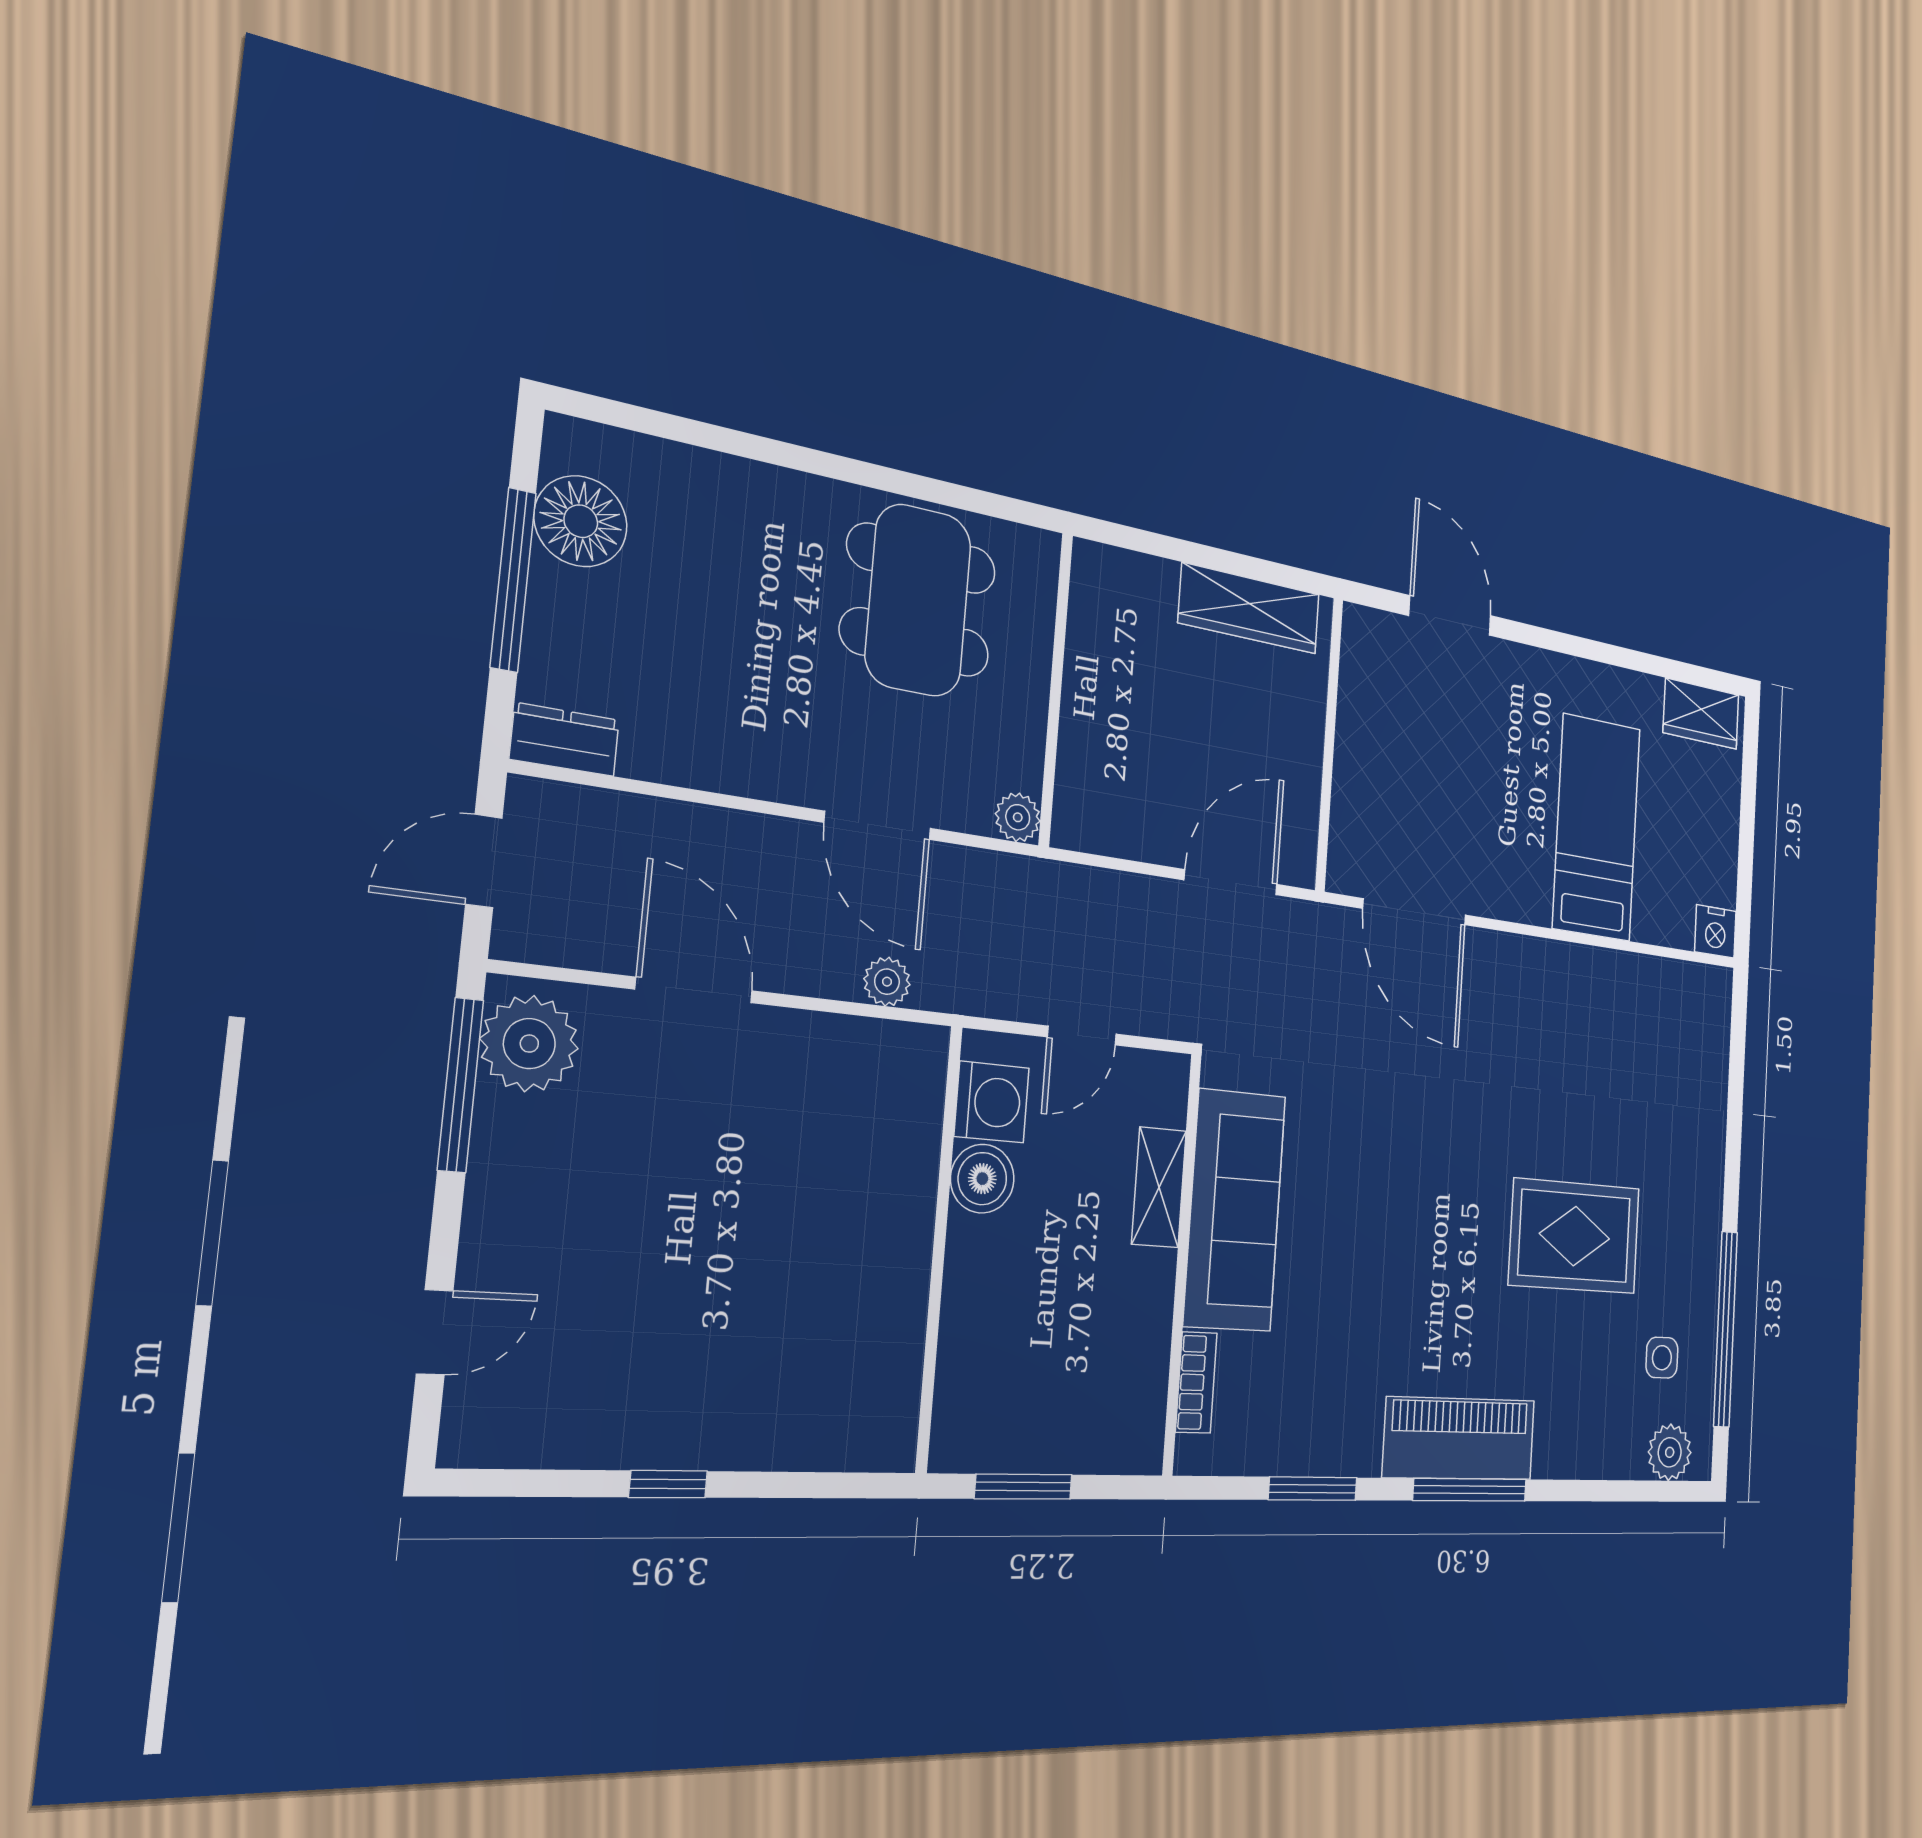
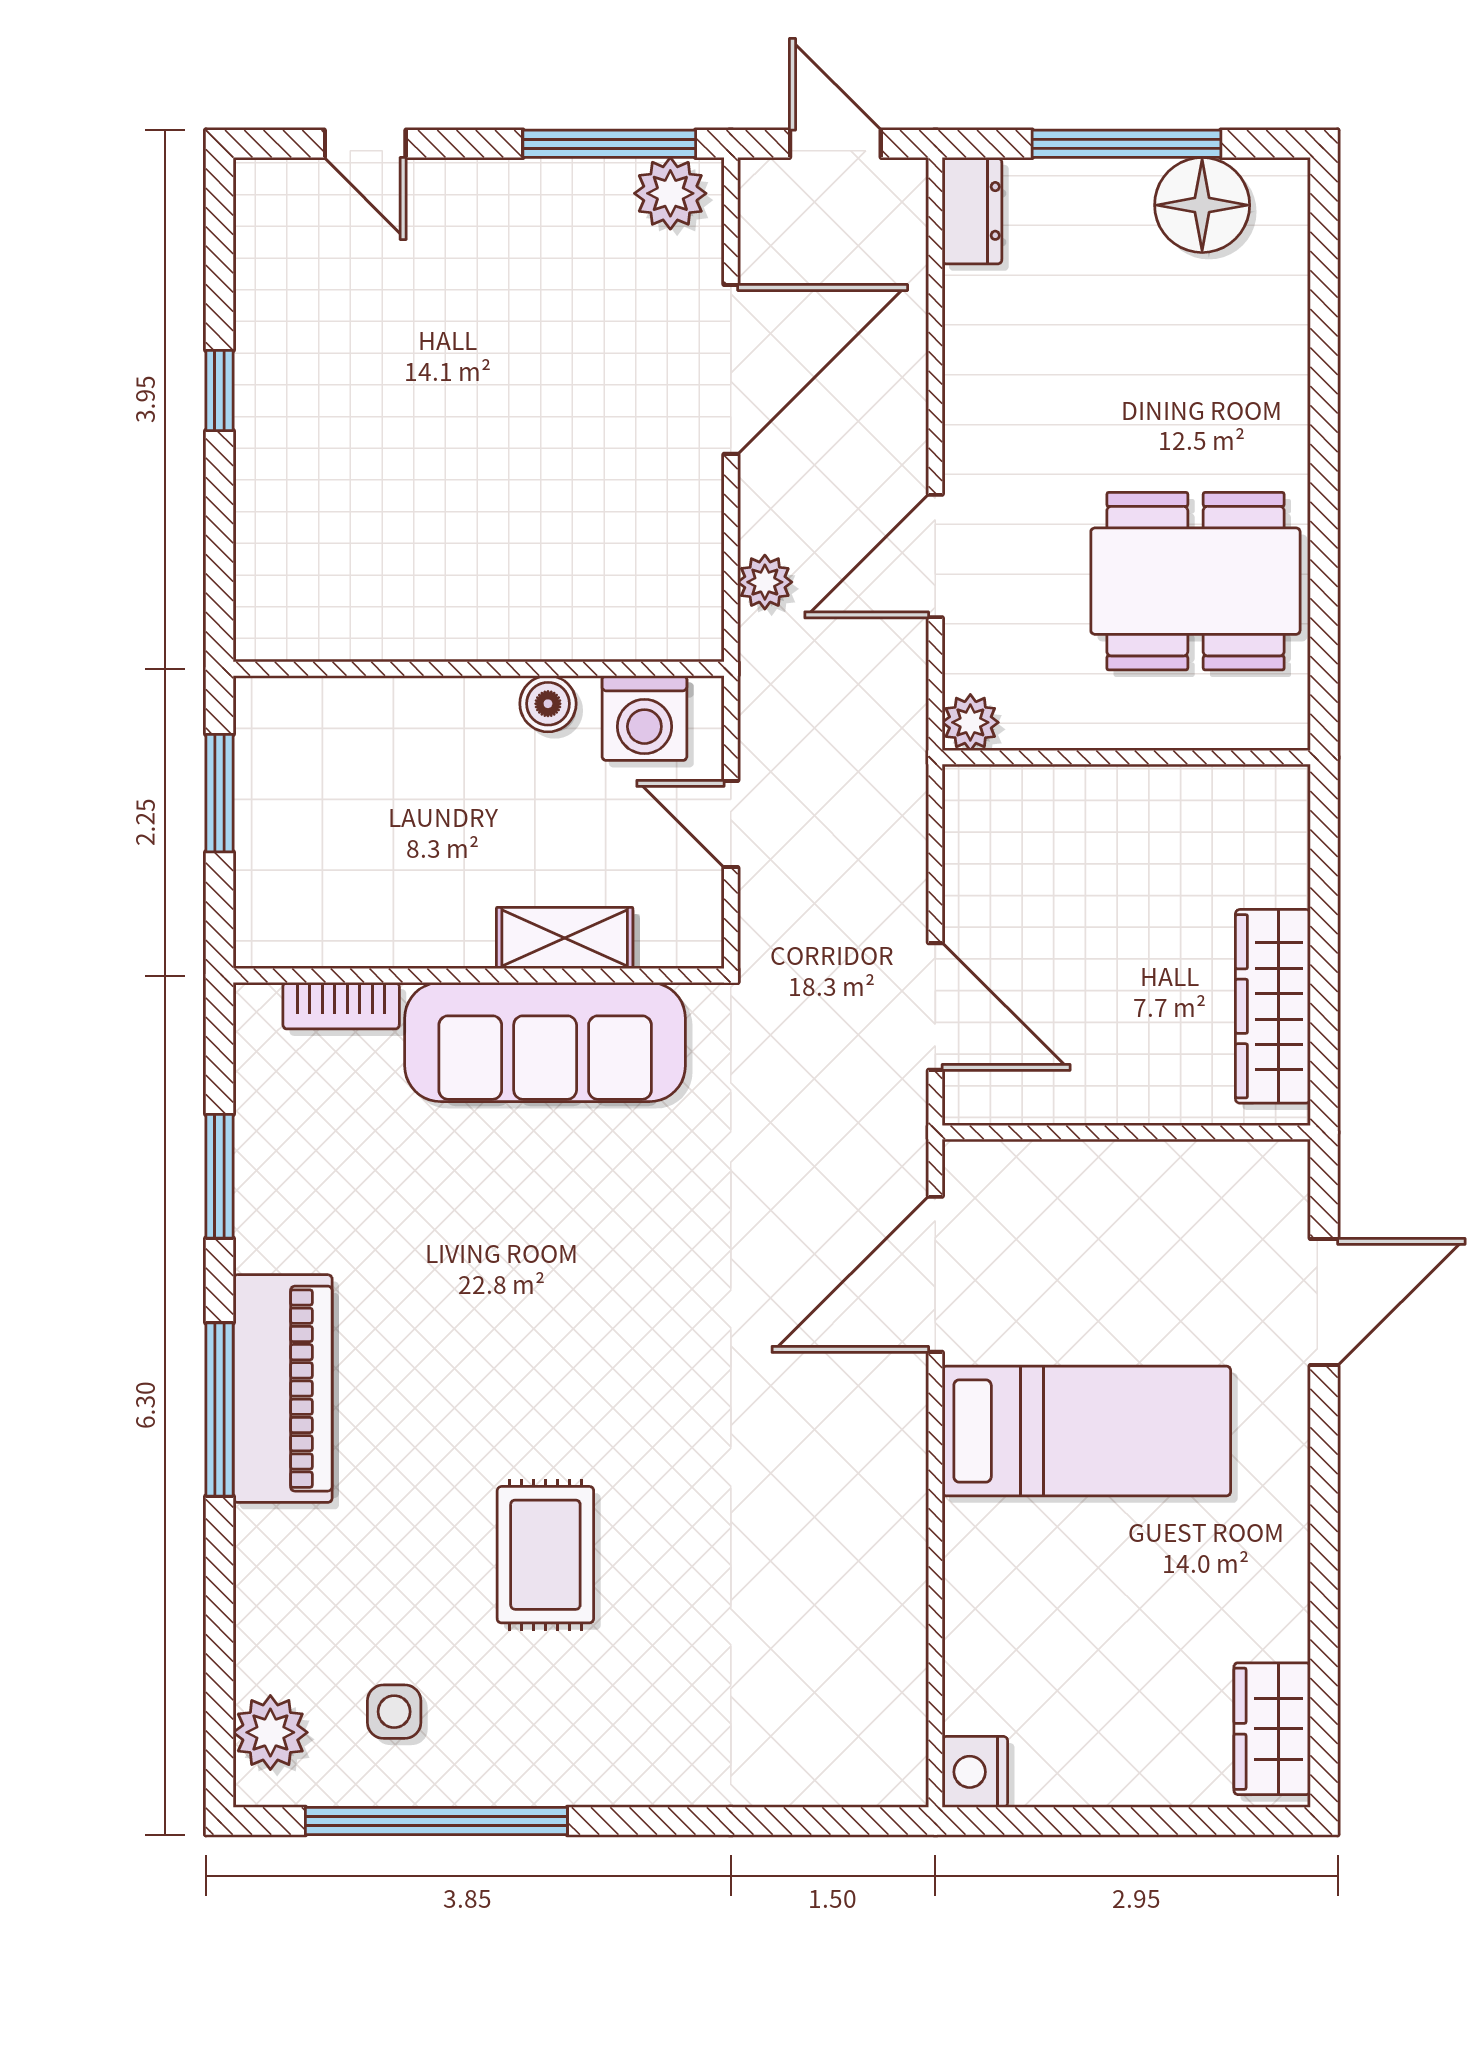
bed: (1597, 828) -> (1086, 1431), moved
door: (694, 990) -> (731, 369), width x1.36
plant: (529, 1044) -> (670, 193), width x0.73, depth x0.73
boiler: (982, 1179) -> (548, 704), width x0.73, depth x0.73
rug: (1575, 1236) -> (545, 1555), width x0.73, depth x0.70

